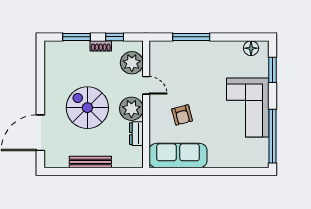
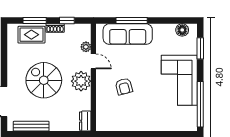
rug: (73, 54) -> (31, 35), added
plant: (132, 63) -> (86, 47), width x0.53, depth x0.53
dresser: (136, 134) -> (85, 121), moved
sofa: (178, 156) -> (128, 34), moved, turned 180
bench: (90, 162) -> (31, 126), moved

